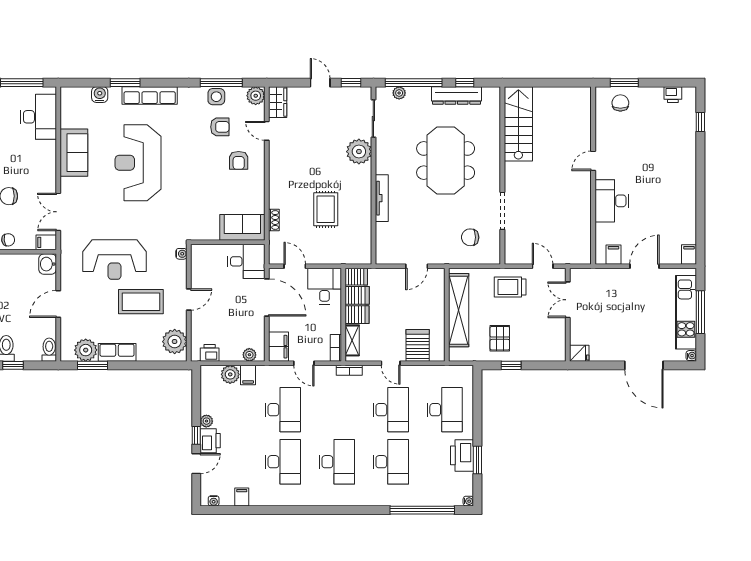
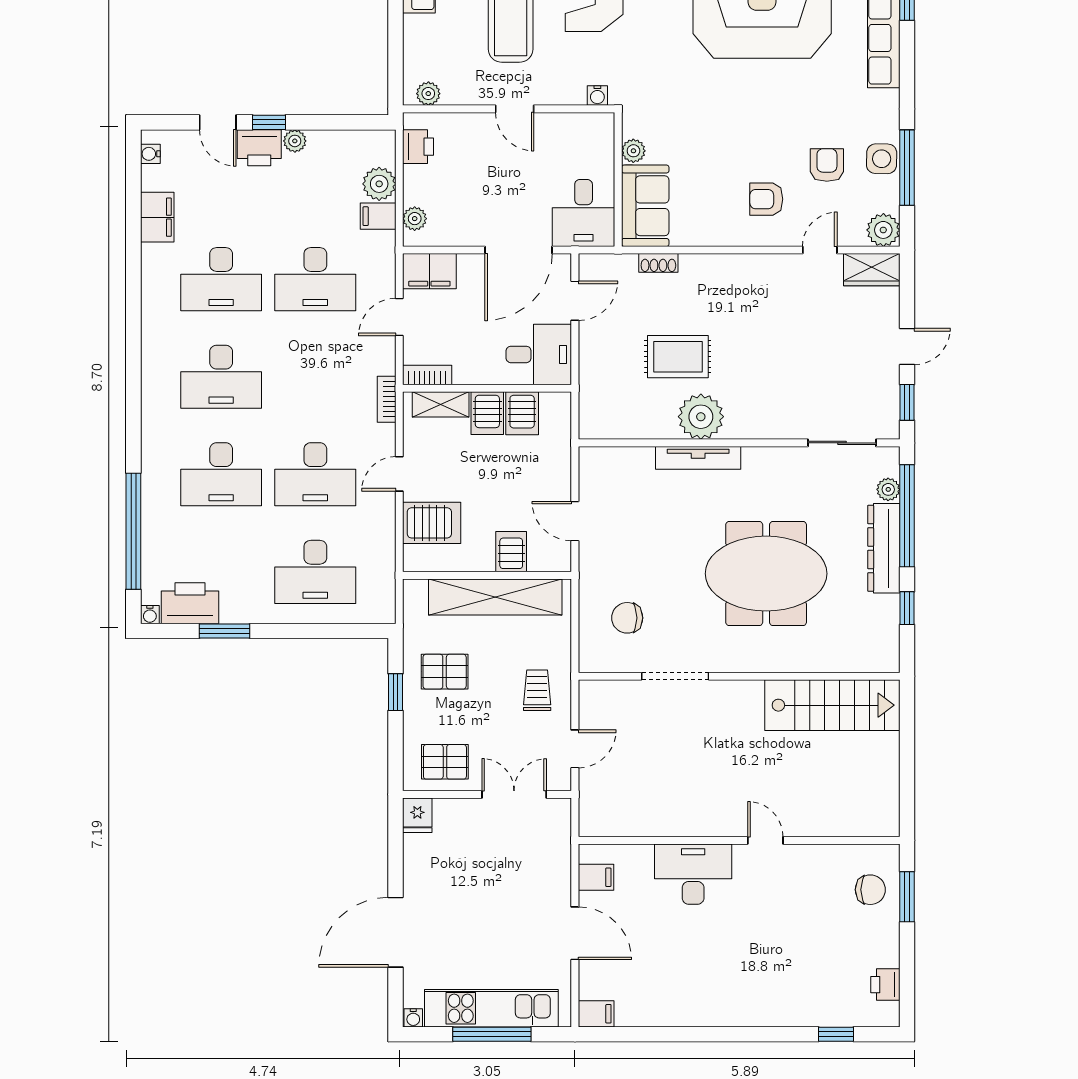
dresser: (457, 95) -> (884, 548), moved
armchair: (220, 127) -> (827, 165), turned 180
plant: (359, 152) -> (701, 417), moved
plant: (212, 234) -> (633, 151), added
chair: (470, 237) -> (627, 618), turned -90
server rack: (356, 277) -> (511, 552), moved, turned 180
trolley: (510, 287) -> (537, 690), width x0.73, depth x0.72
pallet: (550, 338) -> (445, 762), added
plant: (175, 342) -> (428, 94), width x0.53, depth x0.53
printer: (462, 455) -> (190, 603), moved
filing cabinet: (242, 497) -> (157, 217), width x2.00

